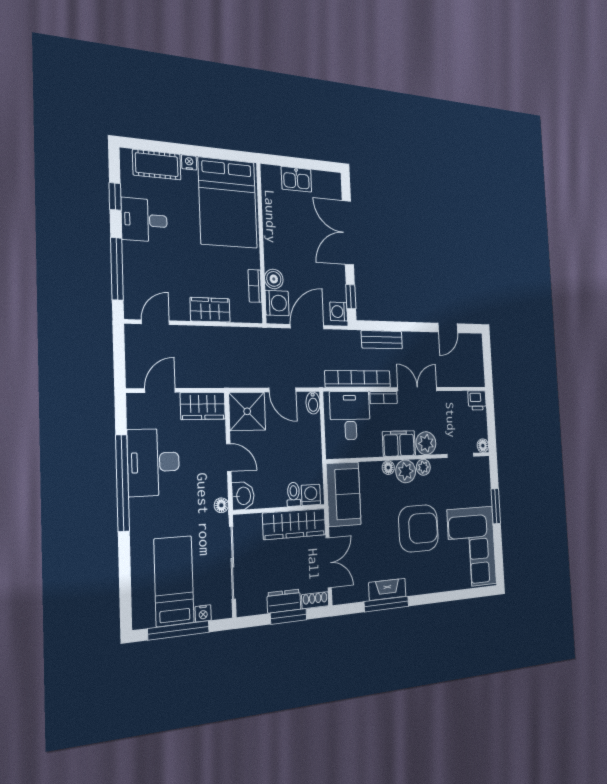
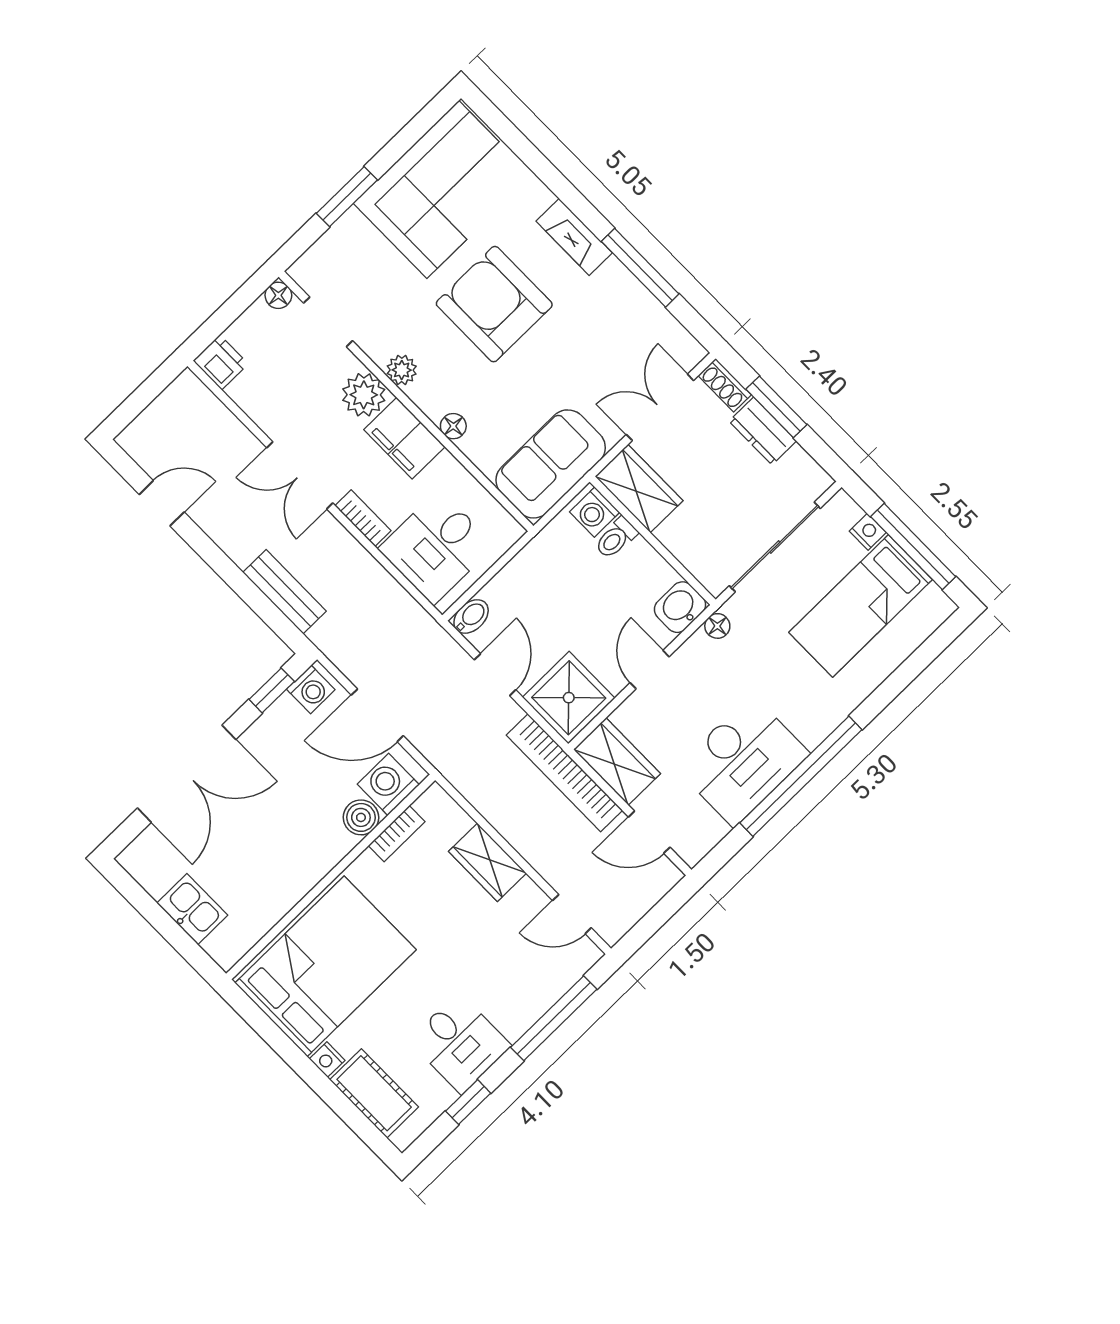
bookcase: (358, 379) -> (564, 773), moved
plant: (406, 471) -> (433, 394), removed
wardrobe: (294, 524) -> (639, 489), width x0.67
fireplace: (387, 589) -> (574, 237), moved

